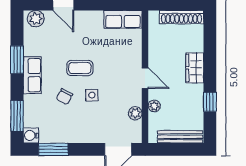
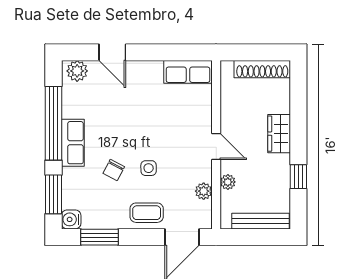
window: (17, 60) -> (53, 123), width x2.11
coffee table: (80, 68) -> (147, 213), moved

